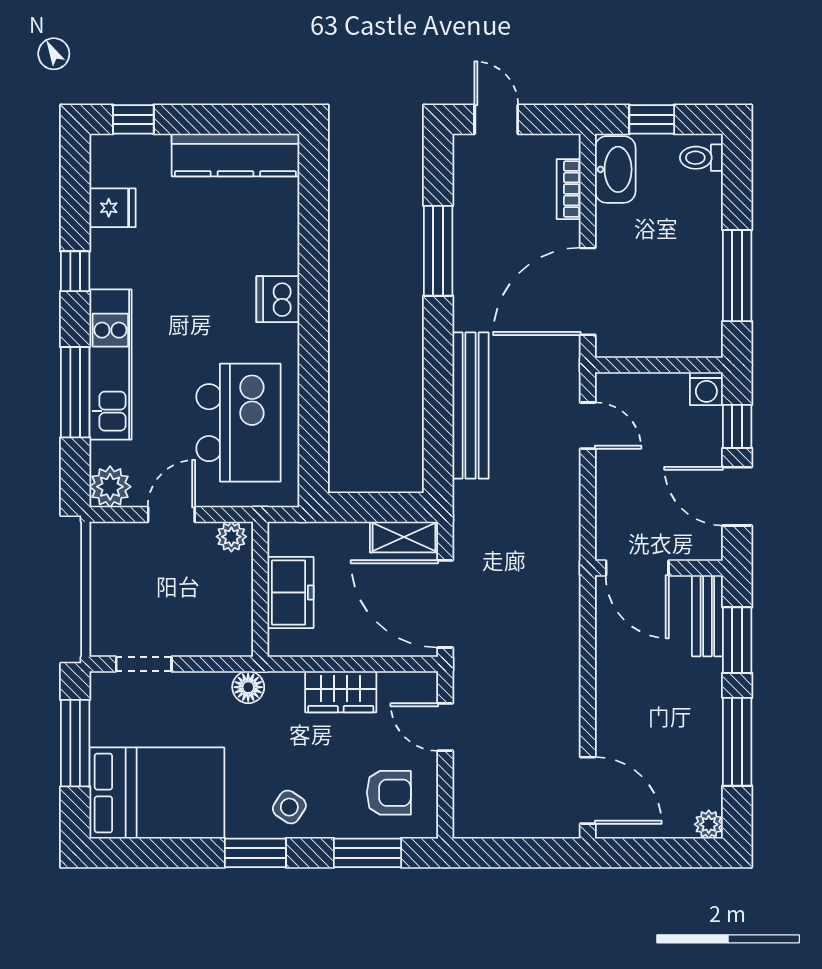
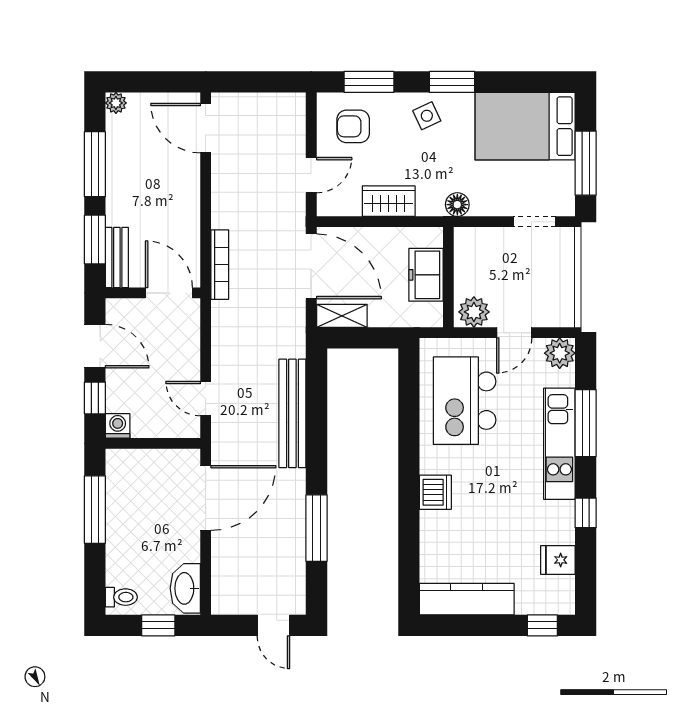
bookcase: (569, 189) -> (220, 265), moved, width x1.56
plant: (231, 537) -> (474, 312), width x1.38, depth x1.38
door: (445, 727) -> (311, 175), hinge flipped
side table: (289, 807) -> (427, 116), turned 32

